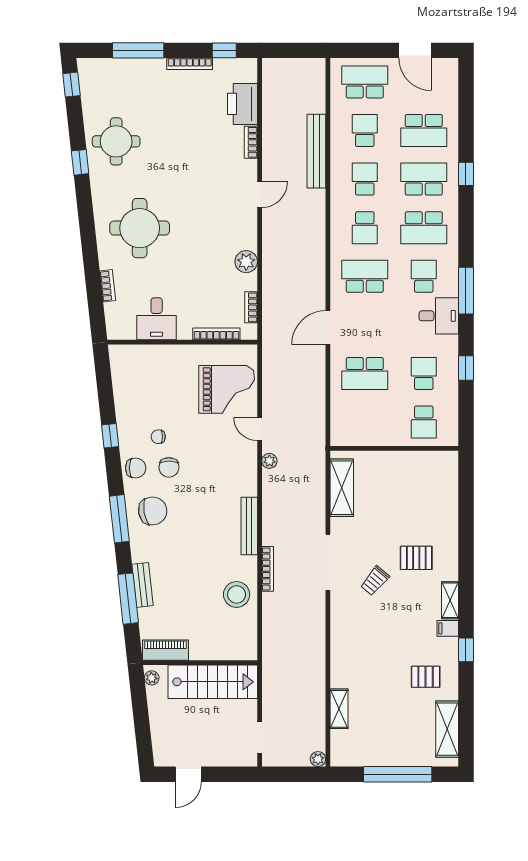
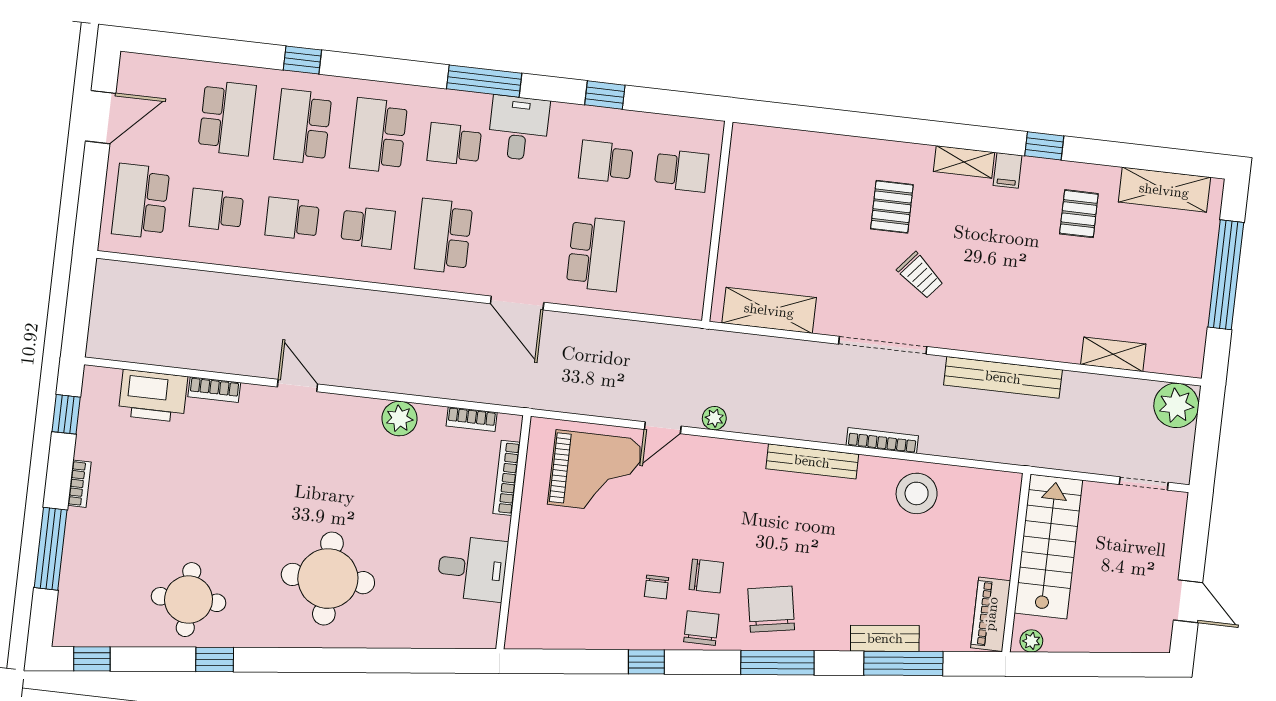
bookcase: (190, 64) -> (79, 484), width x0.64
bench: (316, 151) -> (1003, 377), moved
school desk: (424, 228) -> (379, 135), turned 180
bookcase: (108, 286) -> (412, 639), removed
grand piano: (227, 389) -> (595, 472), turned 90
plant: (318, 759) -> (1176, 405), width x1.87, depth x1.87

